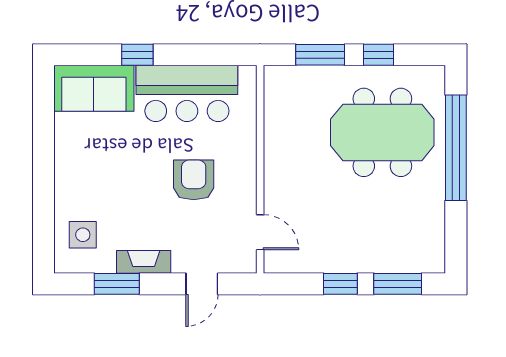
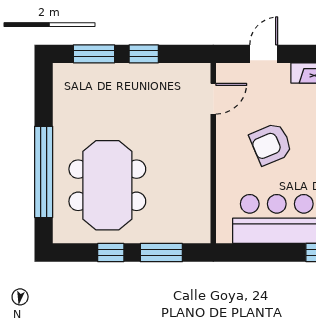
meeting table: (382, 132) -> (107, 185), turned 90
armchair: (194, 180) -> (271, 144), turned 67
door: (260, 232) -> (213, 99), swing flipped

